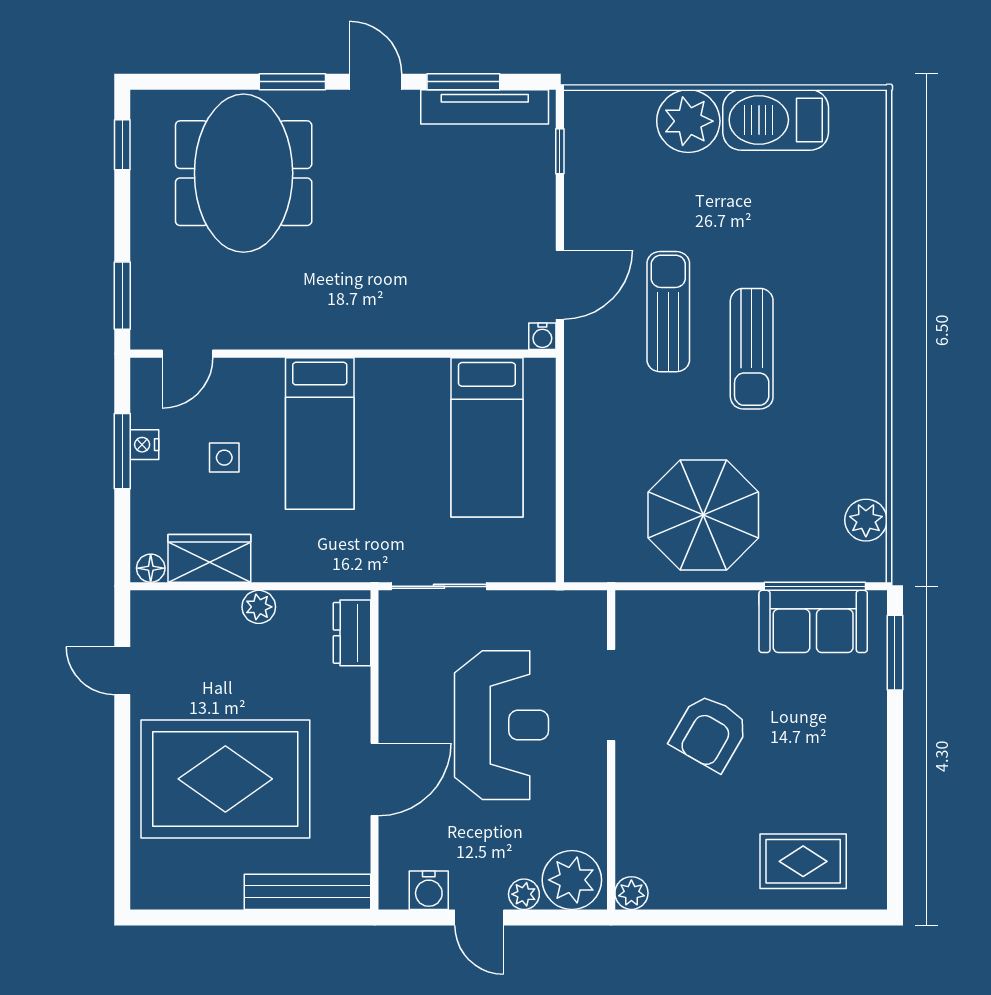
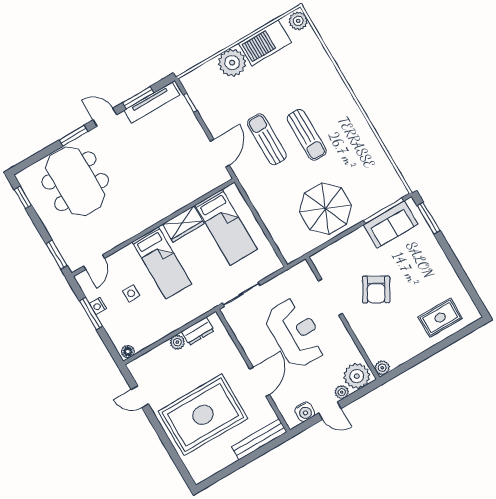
water cooler: (542, 336) -> (225, 177), removed
plant: (866, 520) -> (298, 21), moved
wardrobe: (209, 558) -> (183, 224), moved, turned 180
dresser: (352, 633) -> (198, 331), moved, turned -90

